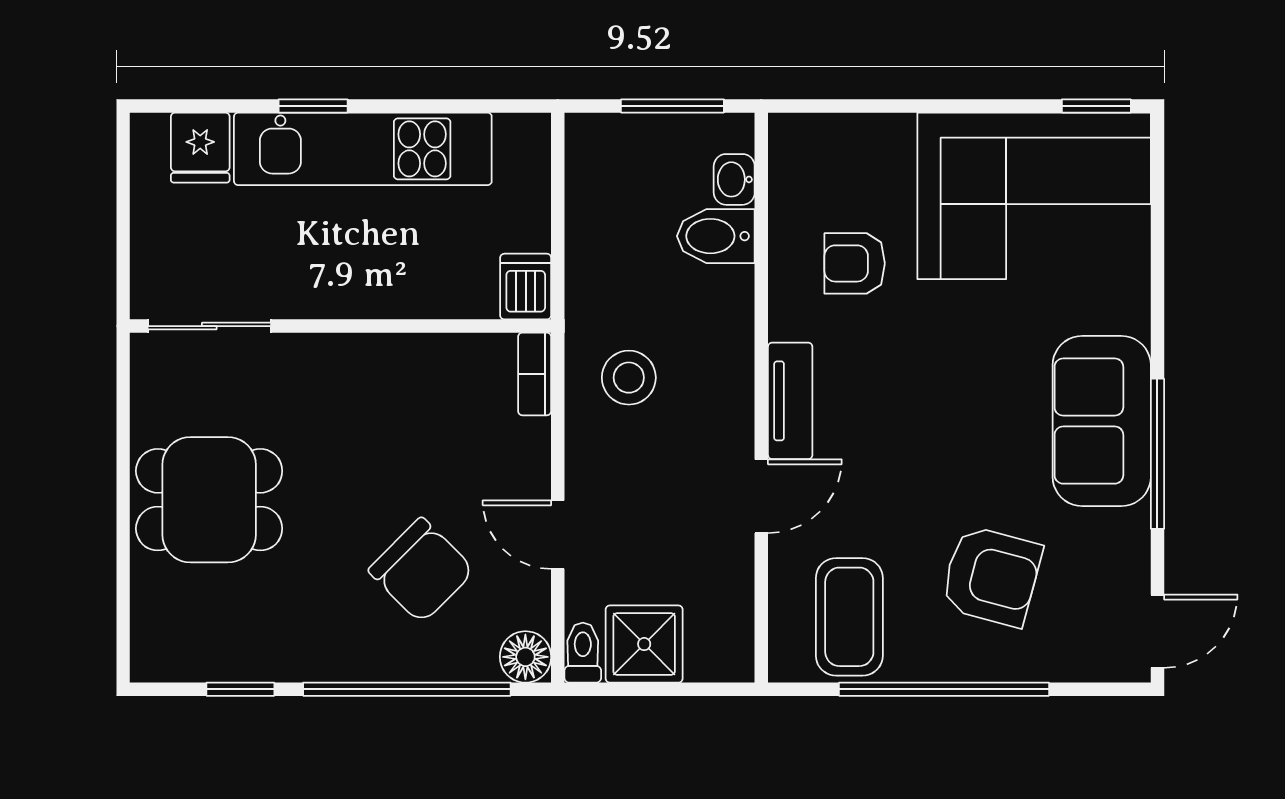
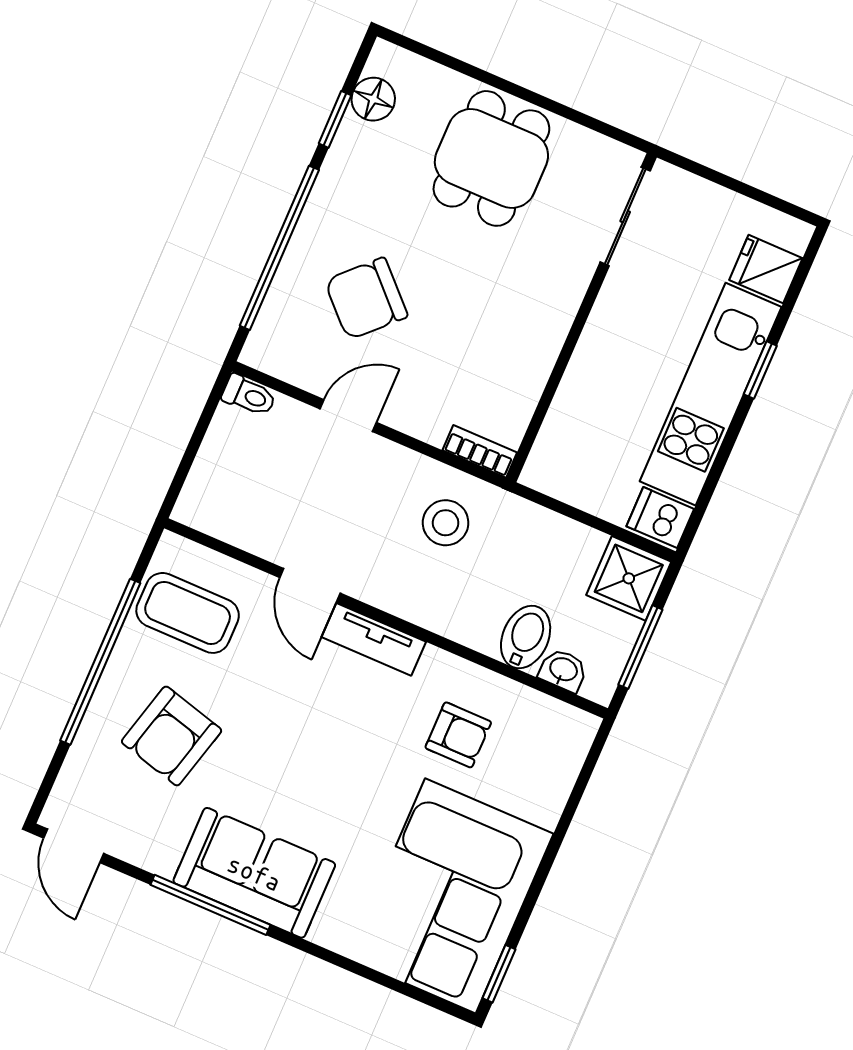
armchair: (855, 263) -> (458, 735), turned 90
dishwasher: (526, 287) -> (660, 518), moved, turned 180
shower: (644, 644) -> (629, 578), moved
floor lamp: (525, 657) -> (373, 99), moved

